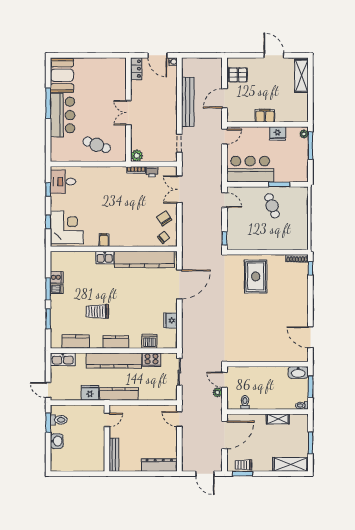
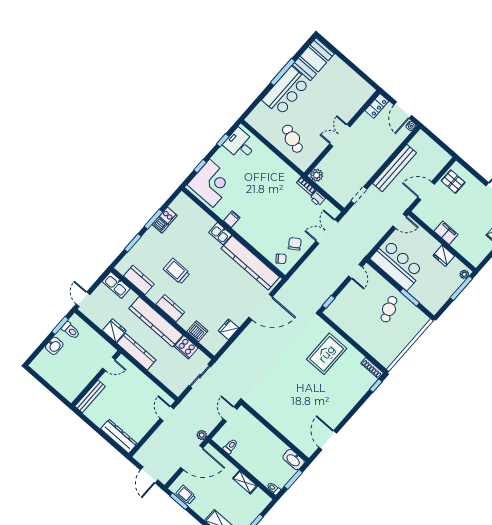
plant: (218, 392) -> (202, 435), moved

